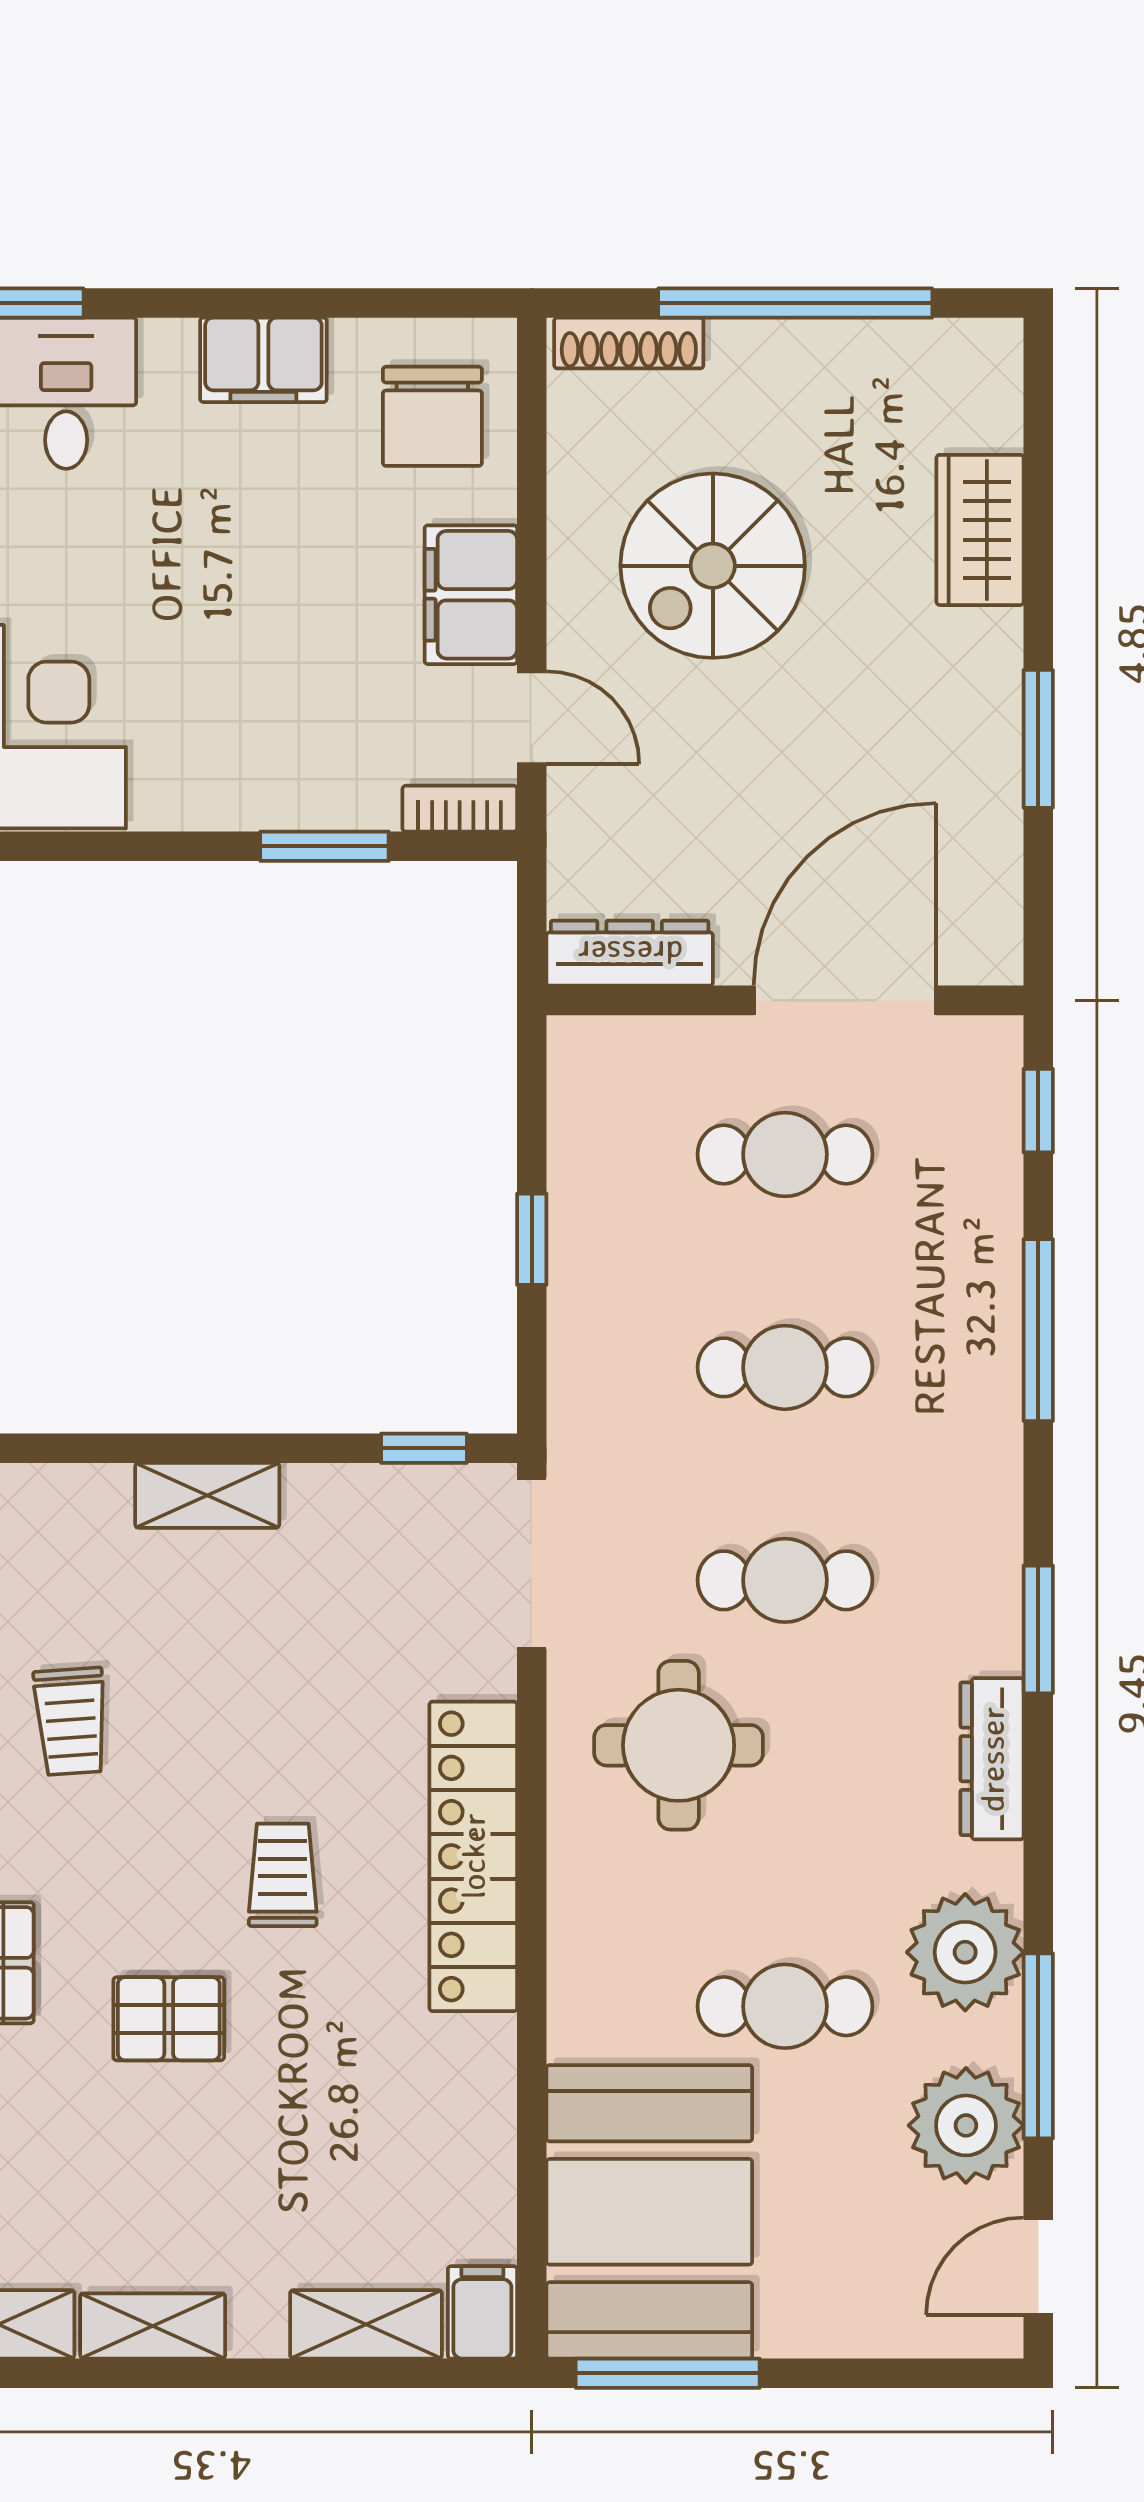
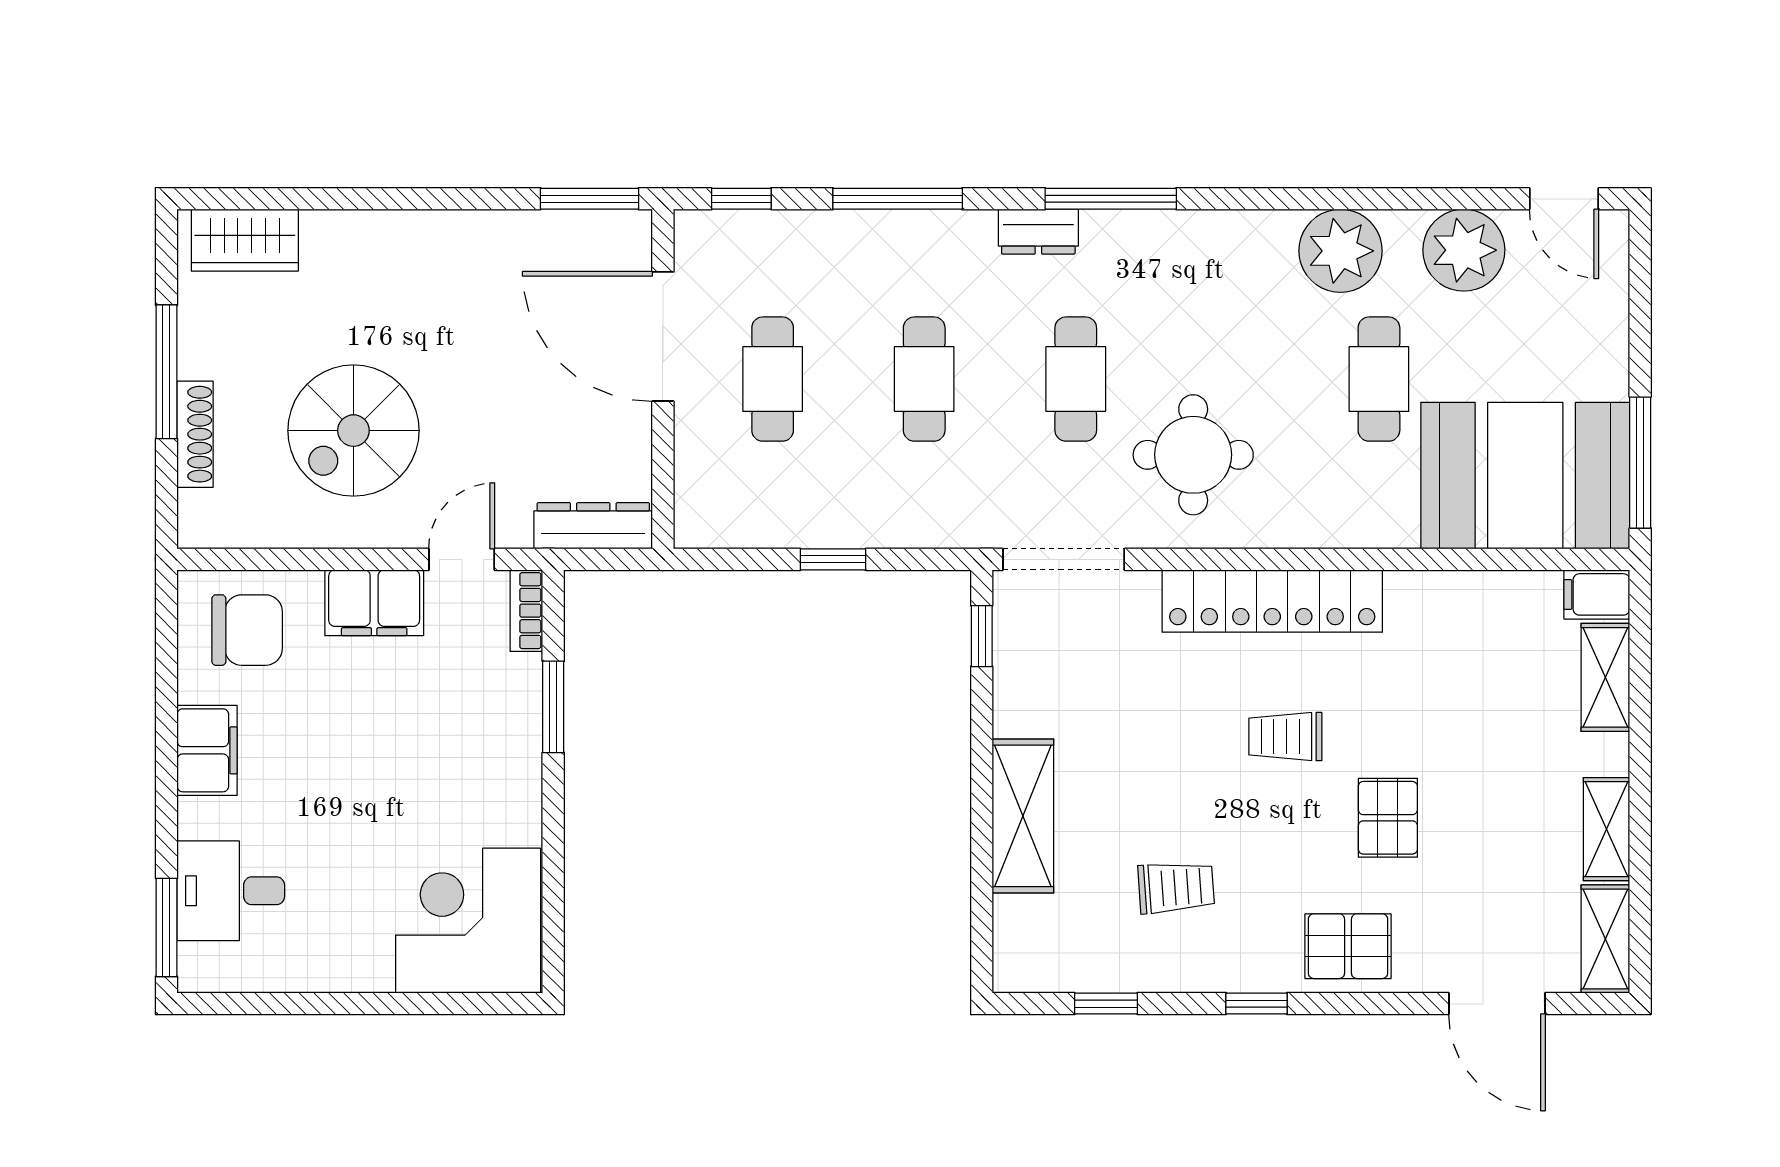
window: (795, 303) -> (166, 372), width x0.68
shoe rack: (629, 343) -> (195, 434), moved
wardrobe: (980, 530) -> (245, 240), moved
spiral stairs: (713, 566) -> (353, 431), turned 90
window: (1038, 739) -> (590, 199), moved
dresser: (630, 953) -> (593, 526), moved, turned 90
shelving: (207, 1495) -> (1023, 816), width x1.50, depth x1.33
window: (1038, 1629) -> (1111, 199), width x1.44
dresser: (992, 1759) -> (1038, 232), moved, width x0.70
window: (1038, 2046) -> (1407, 199), removed

